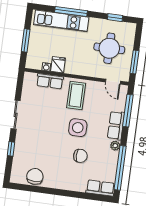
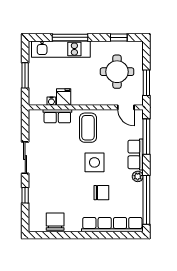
row of seats: (100, 188) -> (112, 225), width x2.02

